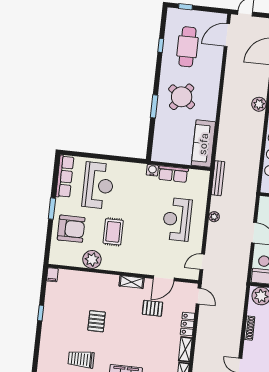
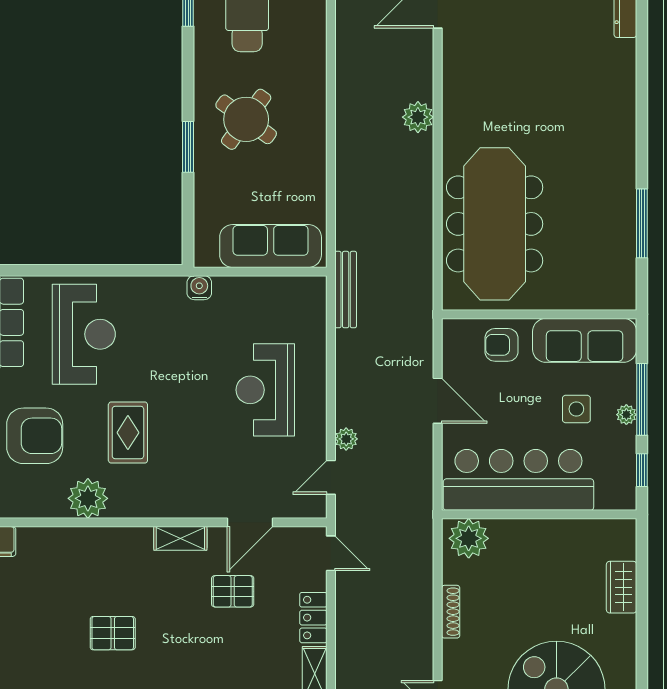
sofa: (203, 144) -> (271, 246), moved, turned 90
row of seats: (173, 174) -> (246, 291), removed
plant: (214, 217) -> (346, 439), moved
pallet: (97, 321) -> (113, 633), turned 90

